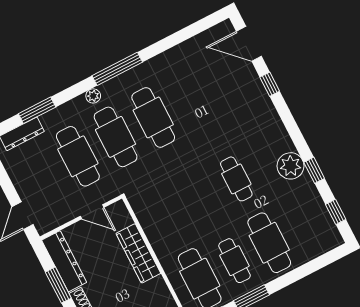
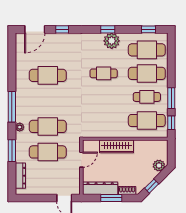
window: (37, 110) -> (12, 151), moved
cafe table: (153, 117) -> (48, 75), moved
window: (314, 170) -> (108, 29), moved
cafe table: (304, 225) -> (147, 50), added

